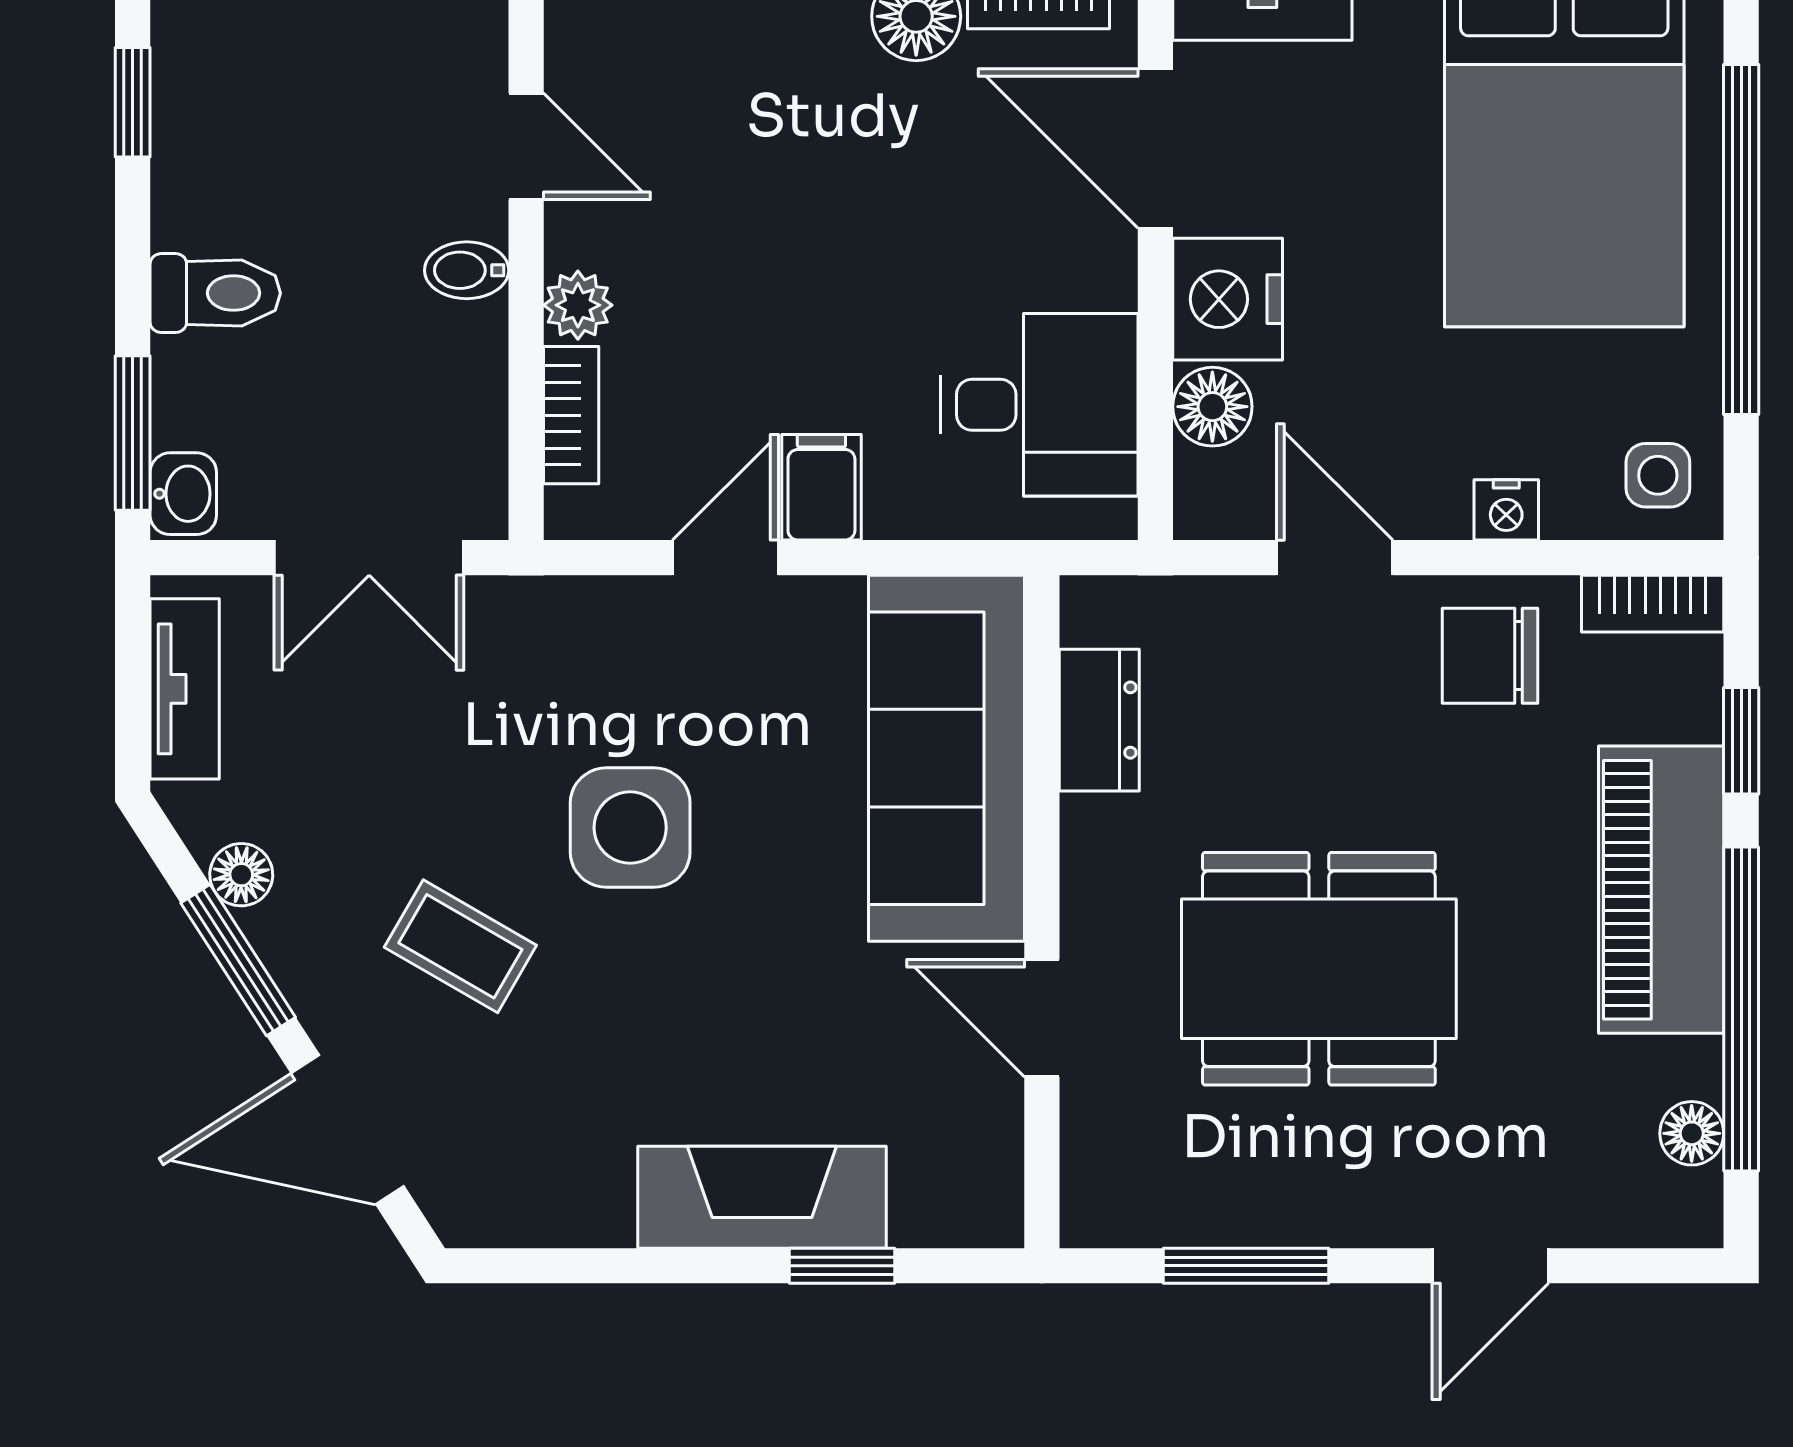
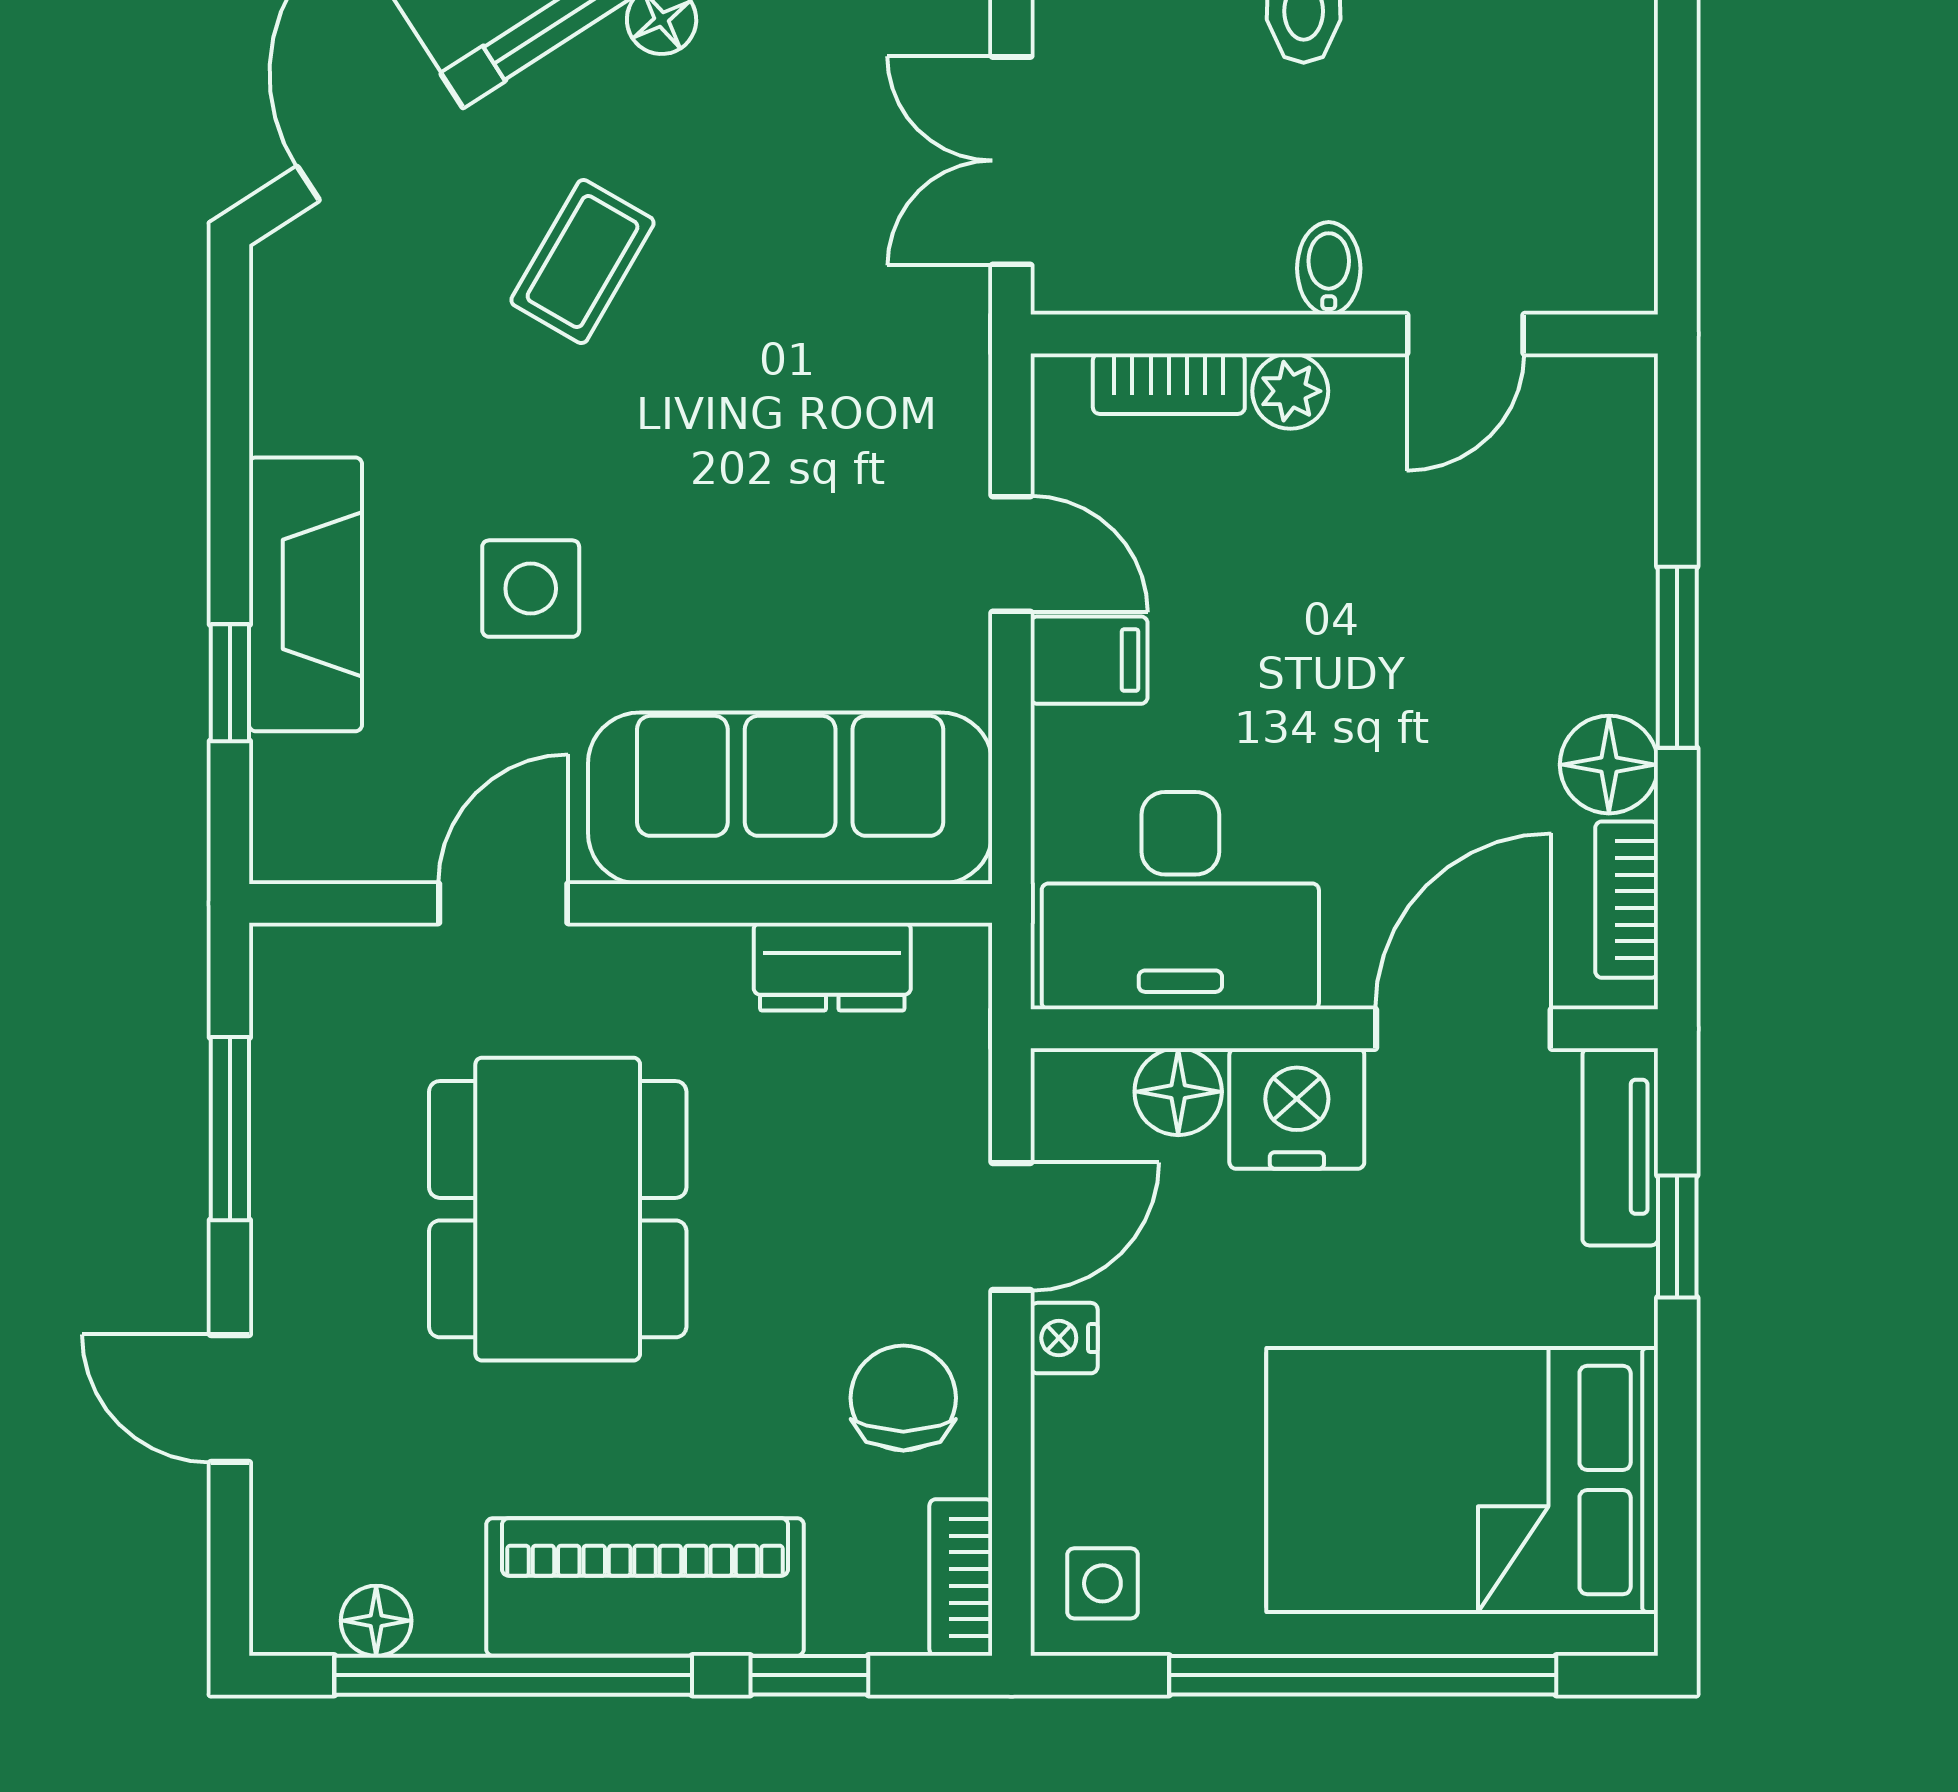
desk: (1039, 405) -> (1180, 901), width x1.37
nightstand: (1506, 510) -> (1064, 1338), moved
side table: (630, 828) -> (531, 589), moved, width x0.73, depth x0.73

